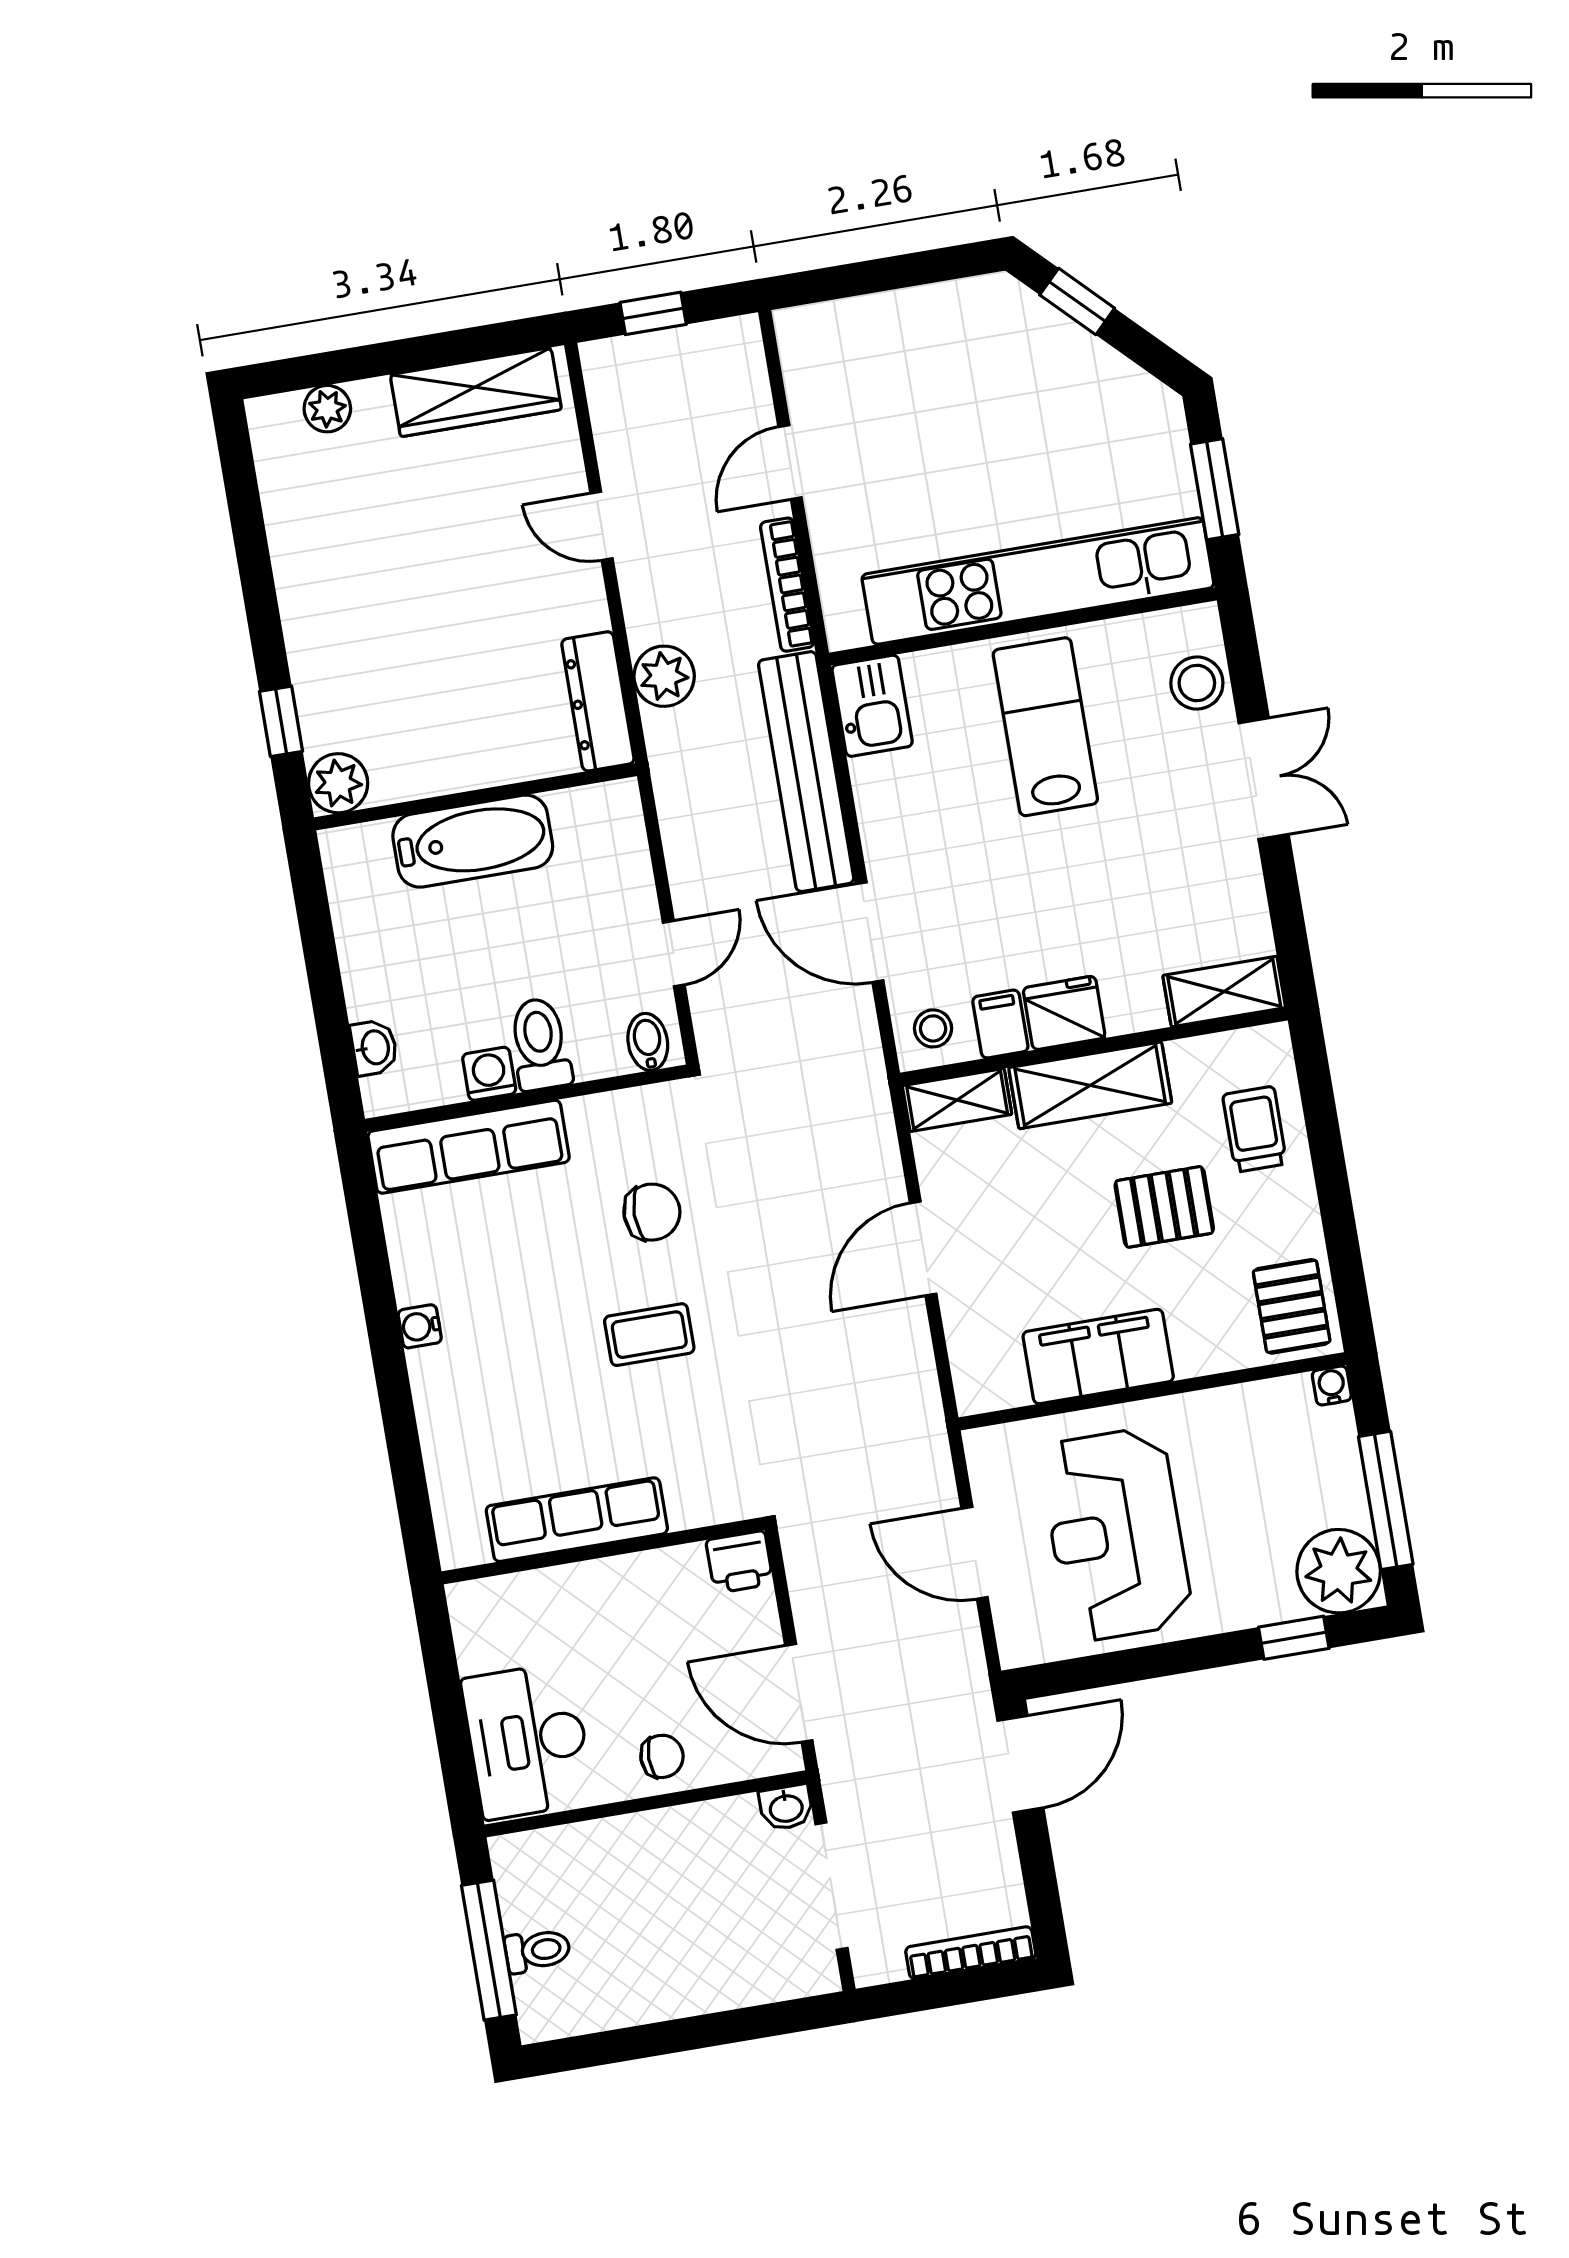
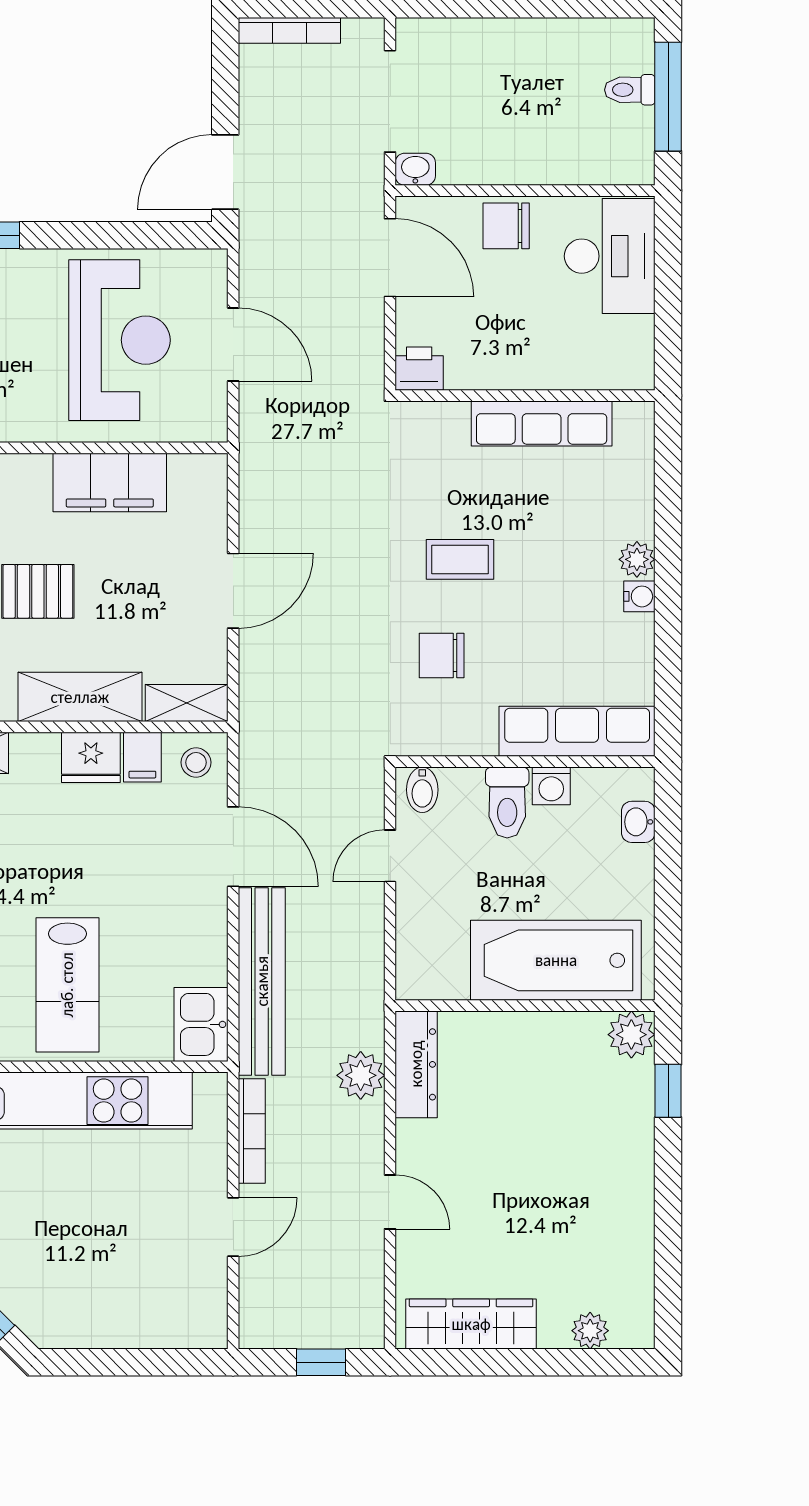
bathtub: (473, 841) -> (556, 960), width x1.36, depth x1.36
plant: (431, 1372) -> (637, 559), added
chair: (662, 1756) -> (506, 226), width x1.37, depth x1.37

